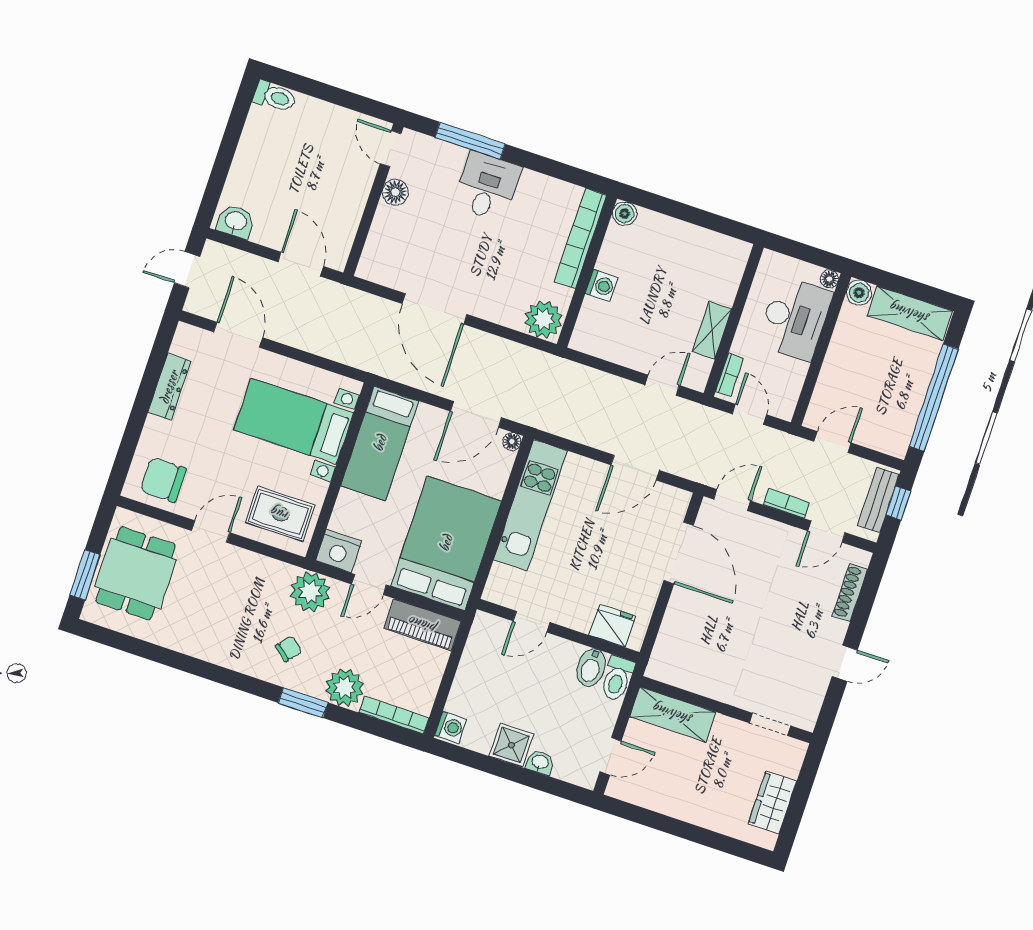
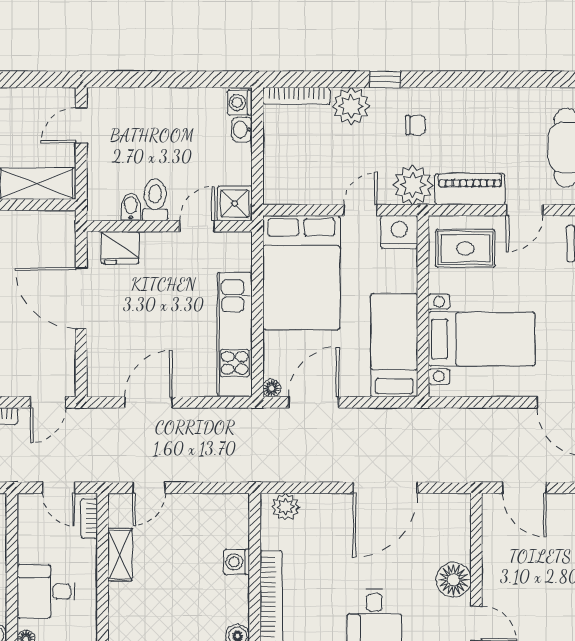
floor lamp: (395, 192) -> (454, 580), width x1.38, depth x1.38
door: (435, 309) -> (385, 488), swing flipped
desk: (795, 318) -> (46, 591), width x0.73
plant: (543, 319) -> (285, 507), width x0.73, depth x0.73
door: (679, 553) -> (81, 298), moved
piano: (423, 625) -> (470, 189), moved
chair: (289, 649) -> (415, 125), turned -130
bidet: (591, 668) -> (131, 207), width x0.72, depth x0.74
toilet: (617, 679) -> (155, 200), moved
window: (303, 703) -> (385, 79), width x0.67
shower: (511, 745) -> (235, 203), moved
washbasin: (540, 762) -> (242, 130), moved, turned 90

